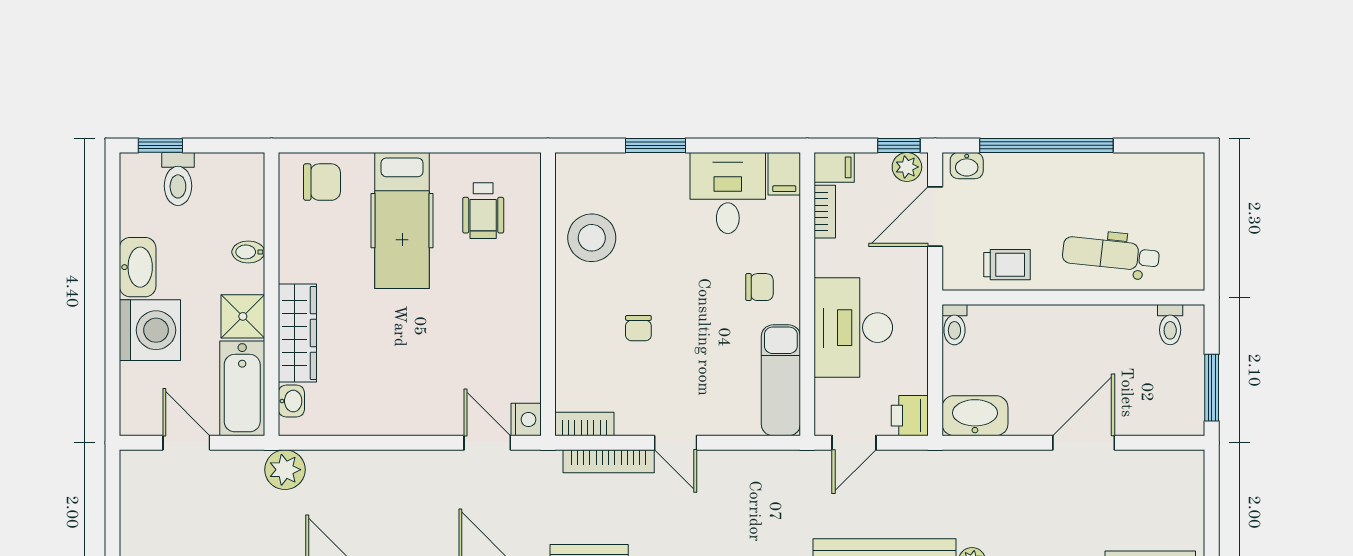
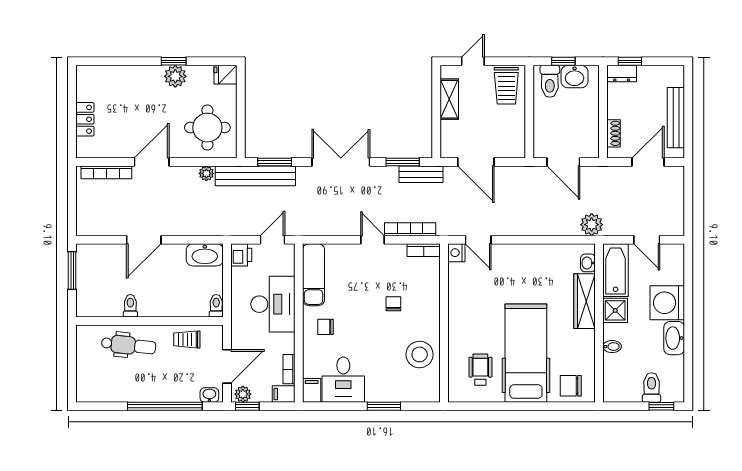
hospital bed: (402, 221) -> (526, 353), width x1.37, depth x1.29
toilet: (1170, 325) -> (130, 306), moved

